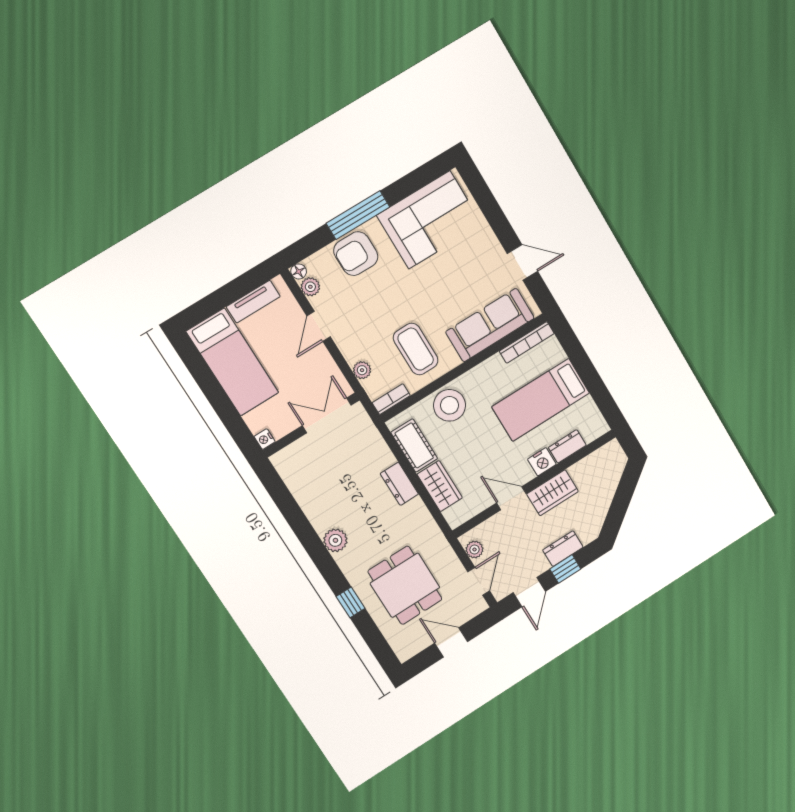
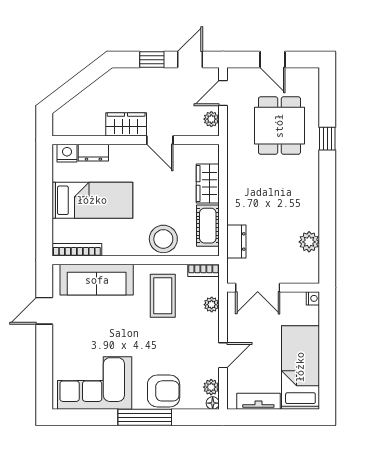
door: (522, 262) -> (44, 311), hinge flipped
nightstand: (542, 462) -> (67, 153), moved
dresser: (399, 484) -> (236, 242), moved
plant: (335, 540) -> (309, 242), moved
dresser: (563, 549) -> (144, 77), removed

